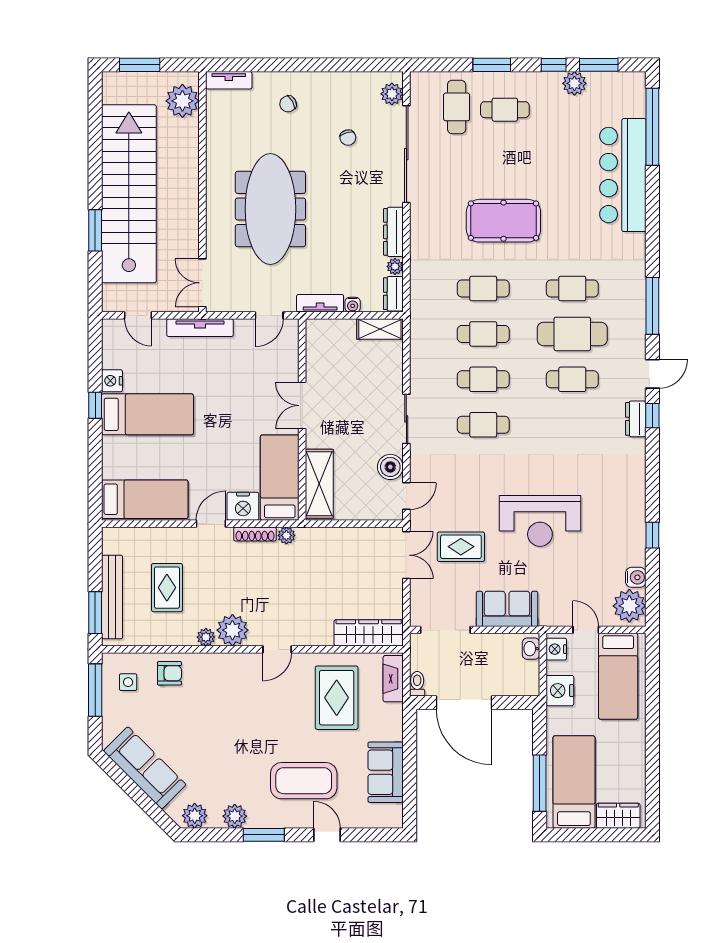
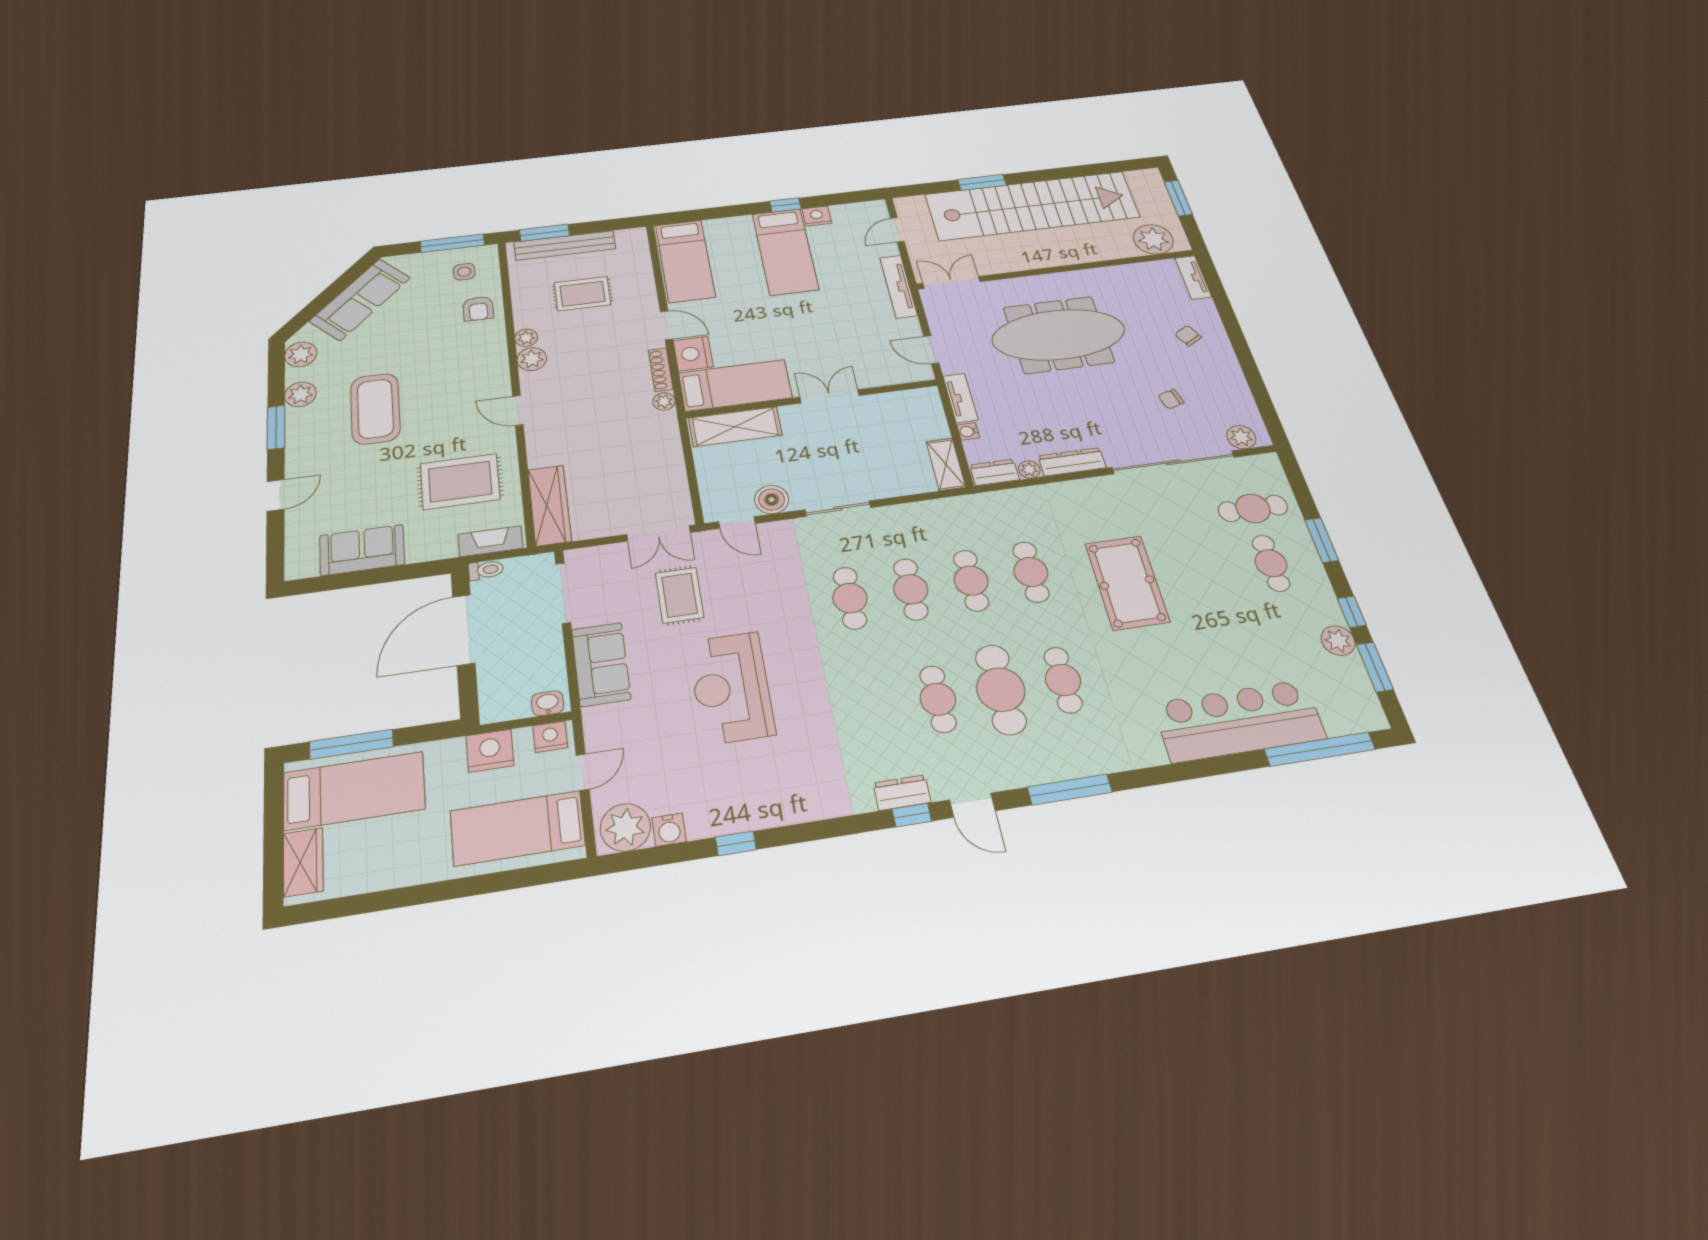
plant: (232, 630) -> (532, 359), width x0.73, depth x0.73
coffee table: (304, 781) -> (375, 409), moved

